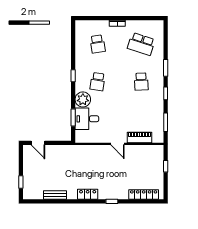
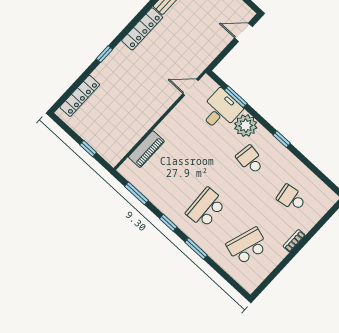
school desk: (141, 82) -> (206, 208), width x1.85
door: (118, 144) -> (191, 87), moved
locker: (88, 194) -> (142, 29), width x1.53

